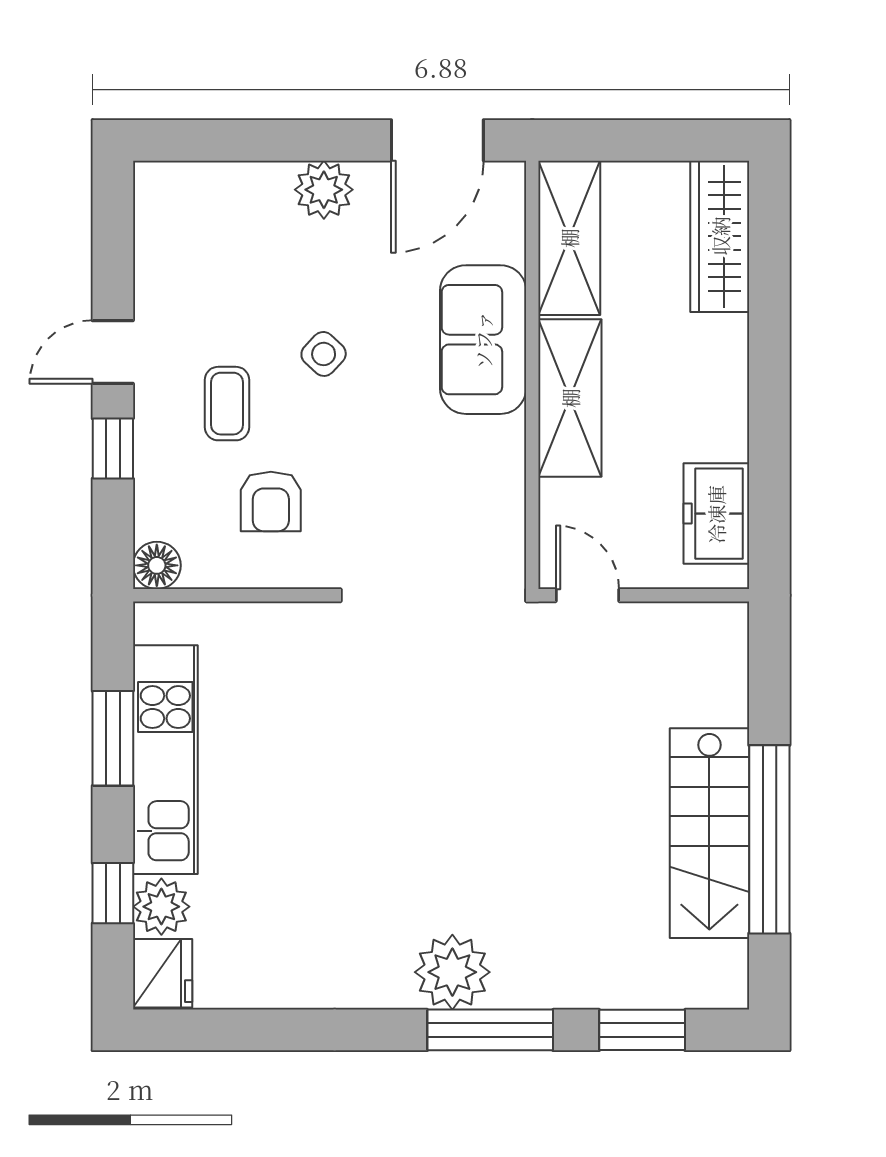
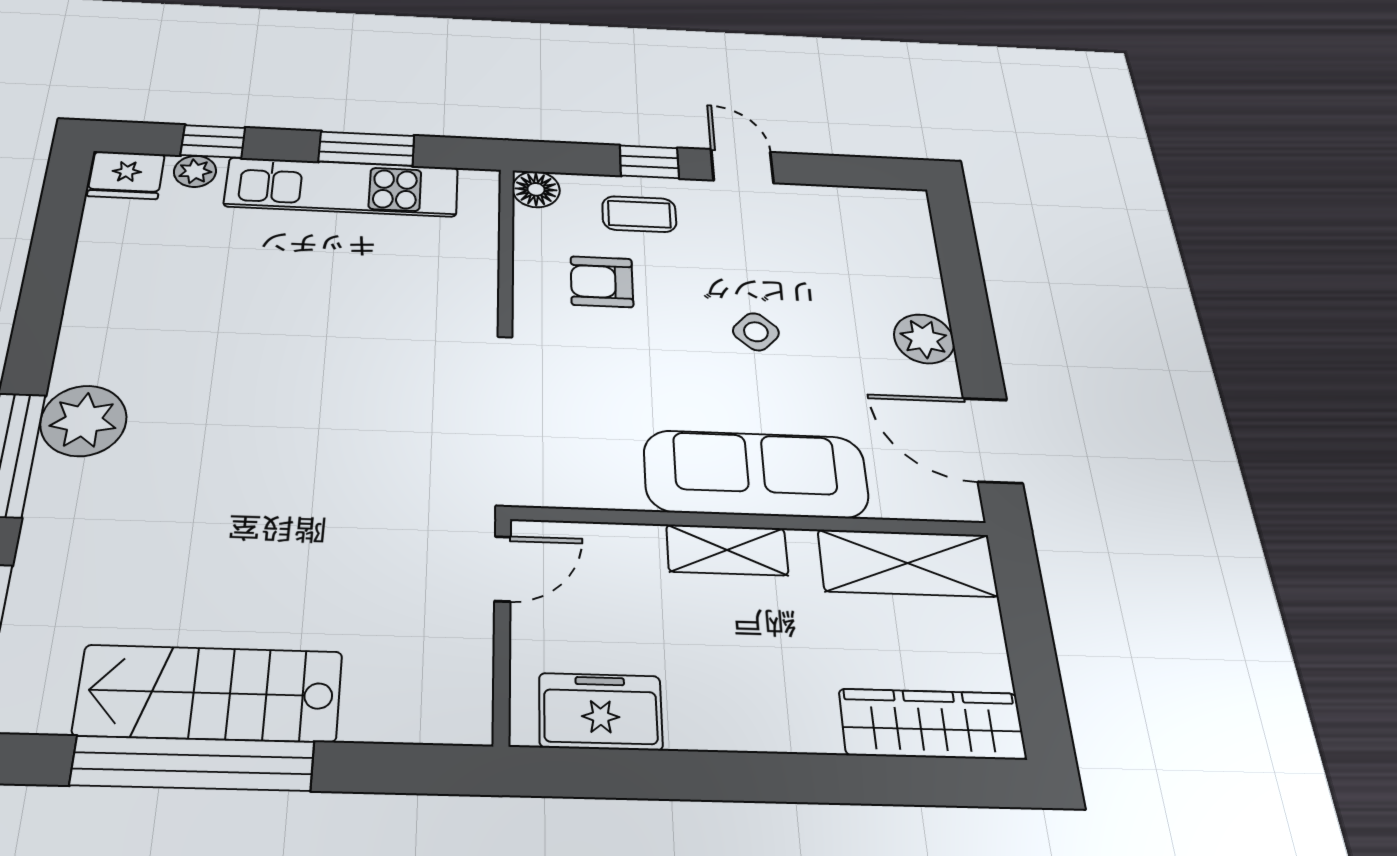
sofa: (483, 340) -> (756, 474), width x1.36
shelving: (570, 398) -> (727, 550), width x0.67, depth x0.75
coffee table: (227, 404) -> (639, 214), moved
plant: (161, 907) -> (195, 171), width x0.73, depth x0.73

